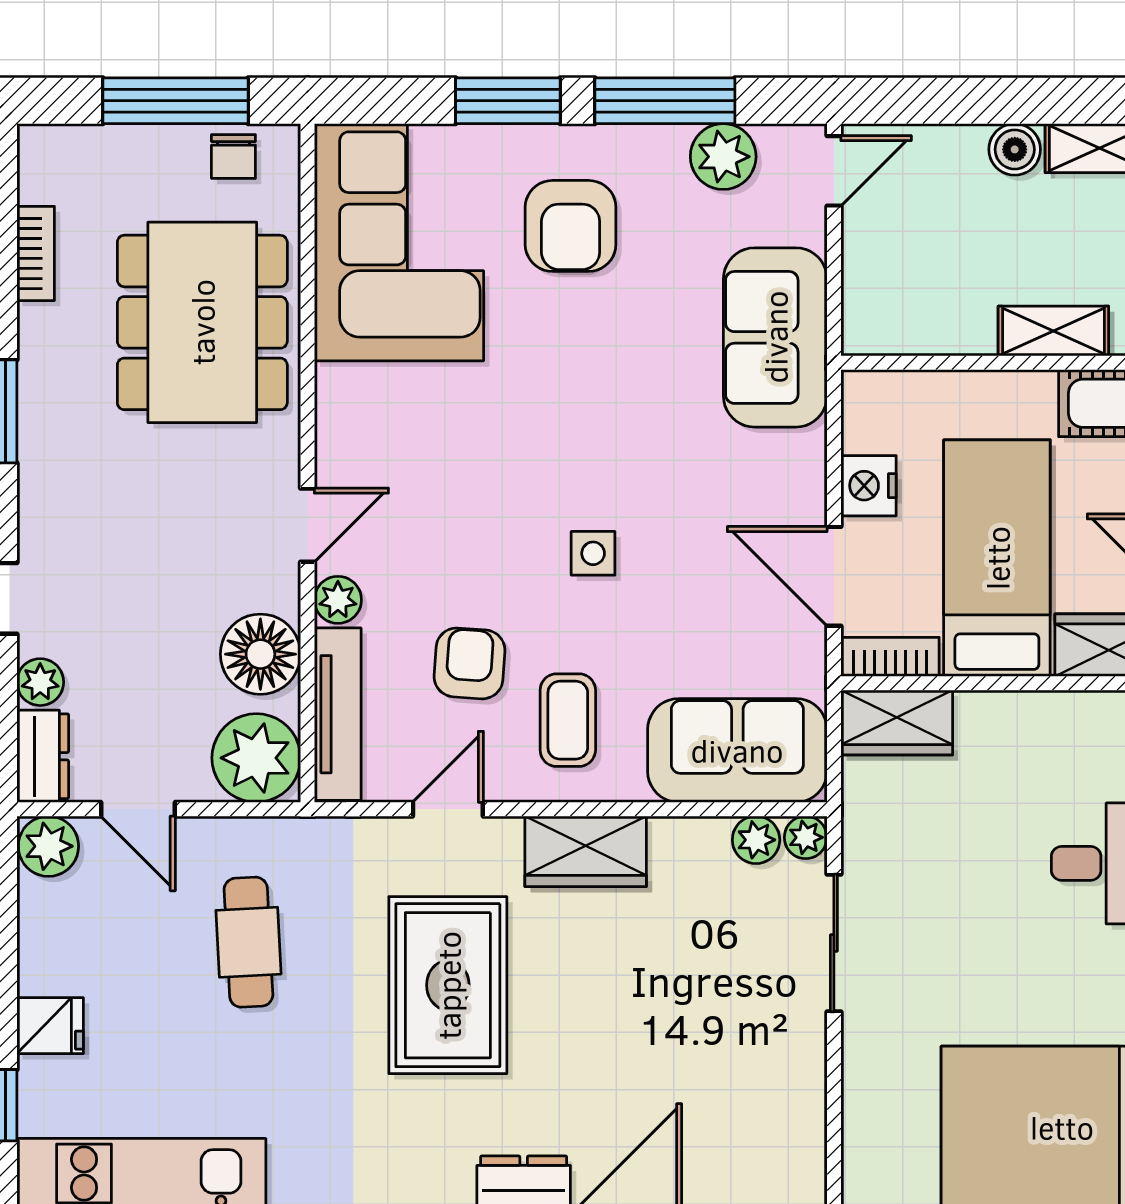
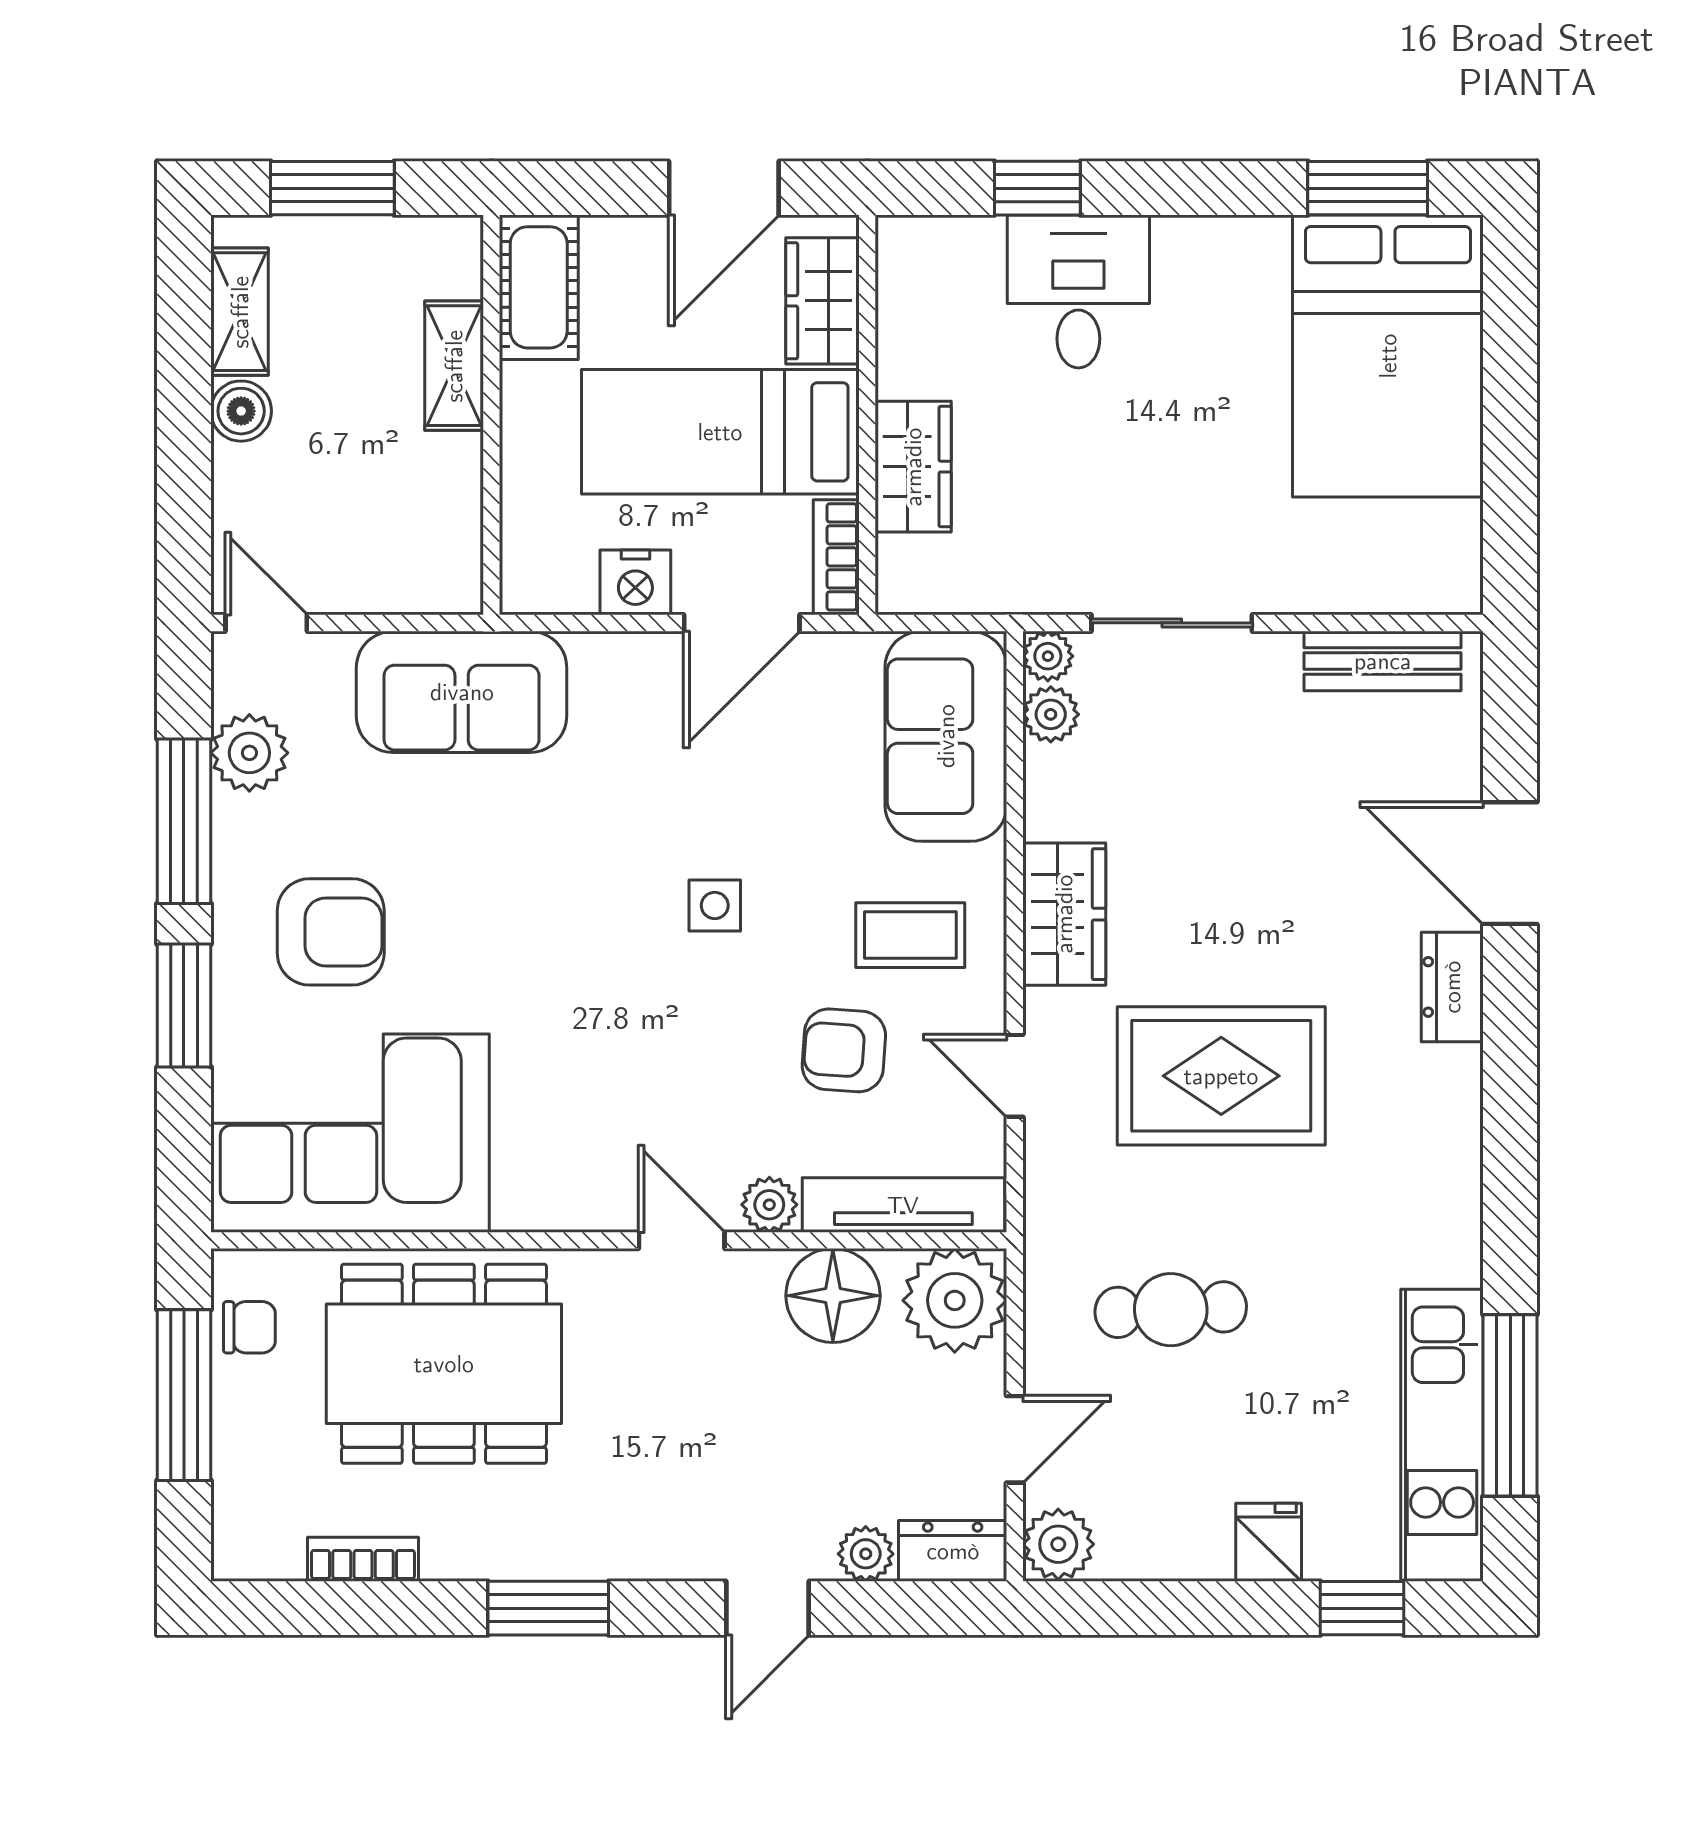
wardrobe: (897, 723) -> (913, 467), moved
bench: (802, 1123) -> (1383, 661), added

